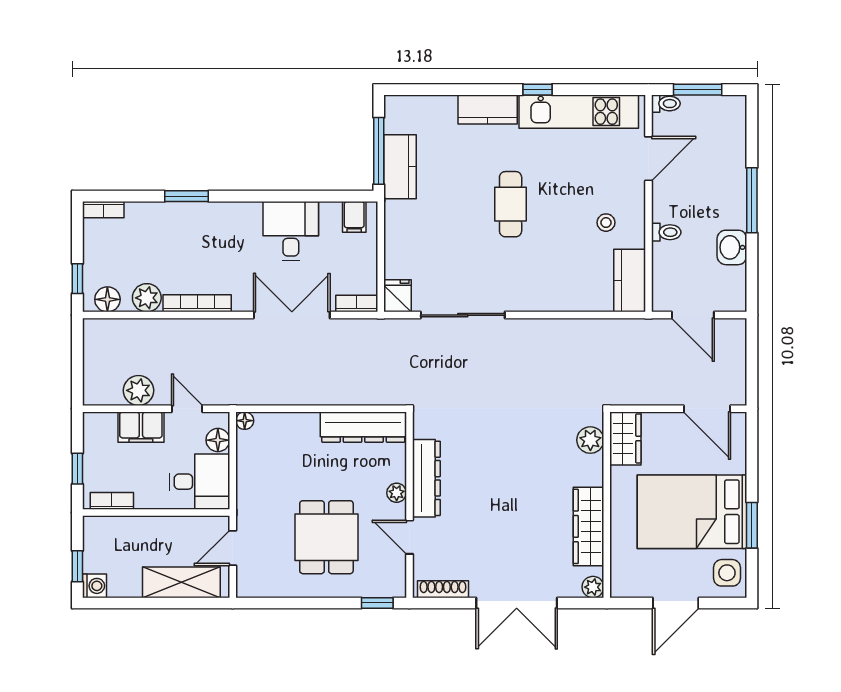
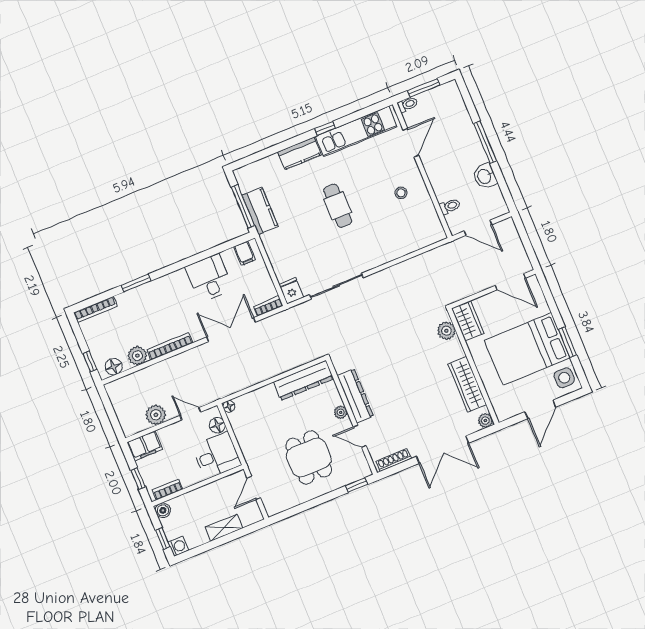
bookcase: (103, 210) -> (95, 310), width x1.56
toilet: (666, 232) -> (450, 206), moved
kitchen counter: (630, 281) -> (430, 223), removed
filing cabinet: (141, 427) -> (145, 446), moved
boiler: (94, 527) -> (163, 510), added
shelving: (181, 582) -> (224, 528), width x0.67, depth x0.75

